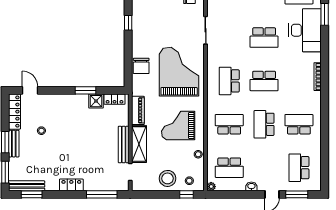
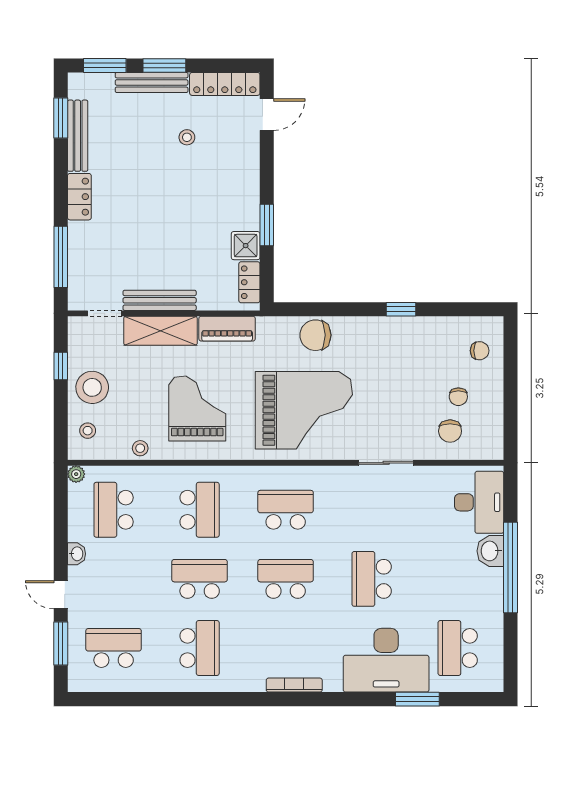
school desk: (264, 81) -> (286, 579), turned 90
bench: (14, 144) -> (152, 82), width x1.36
bench: (27, 186) -> (78, 136), moved
window: (187, 194) -> (61, 366), moved

